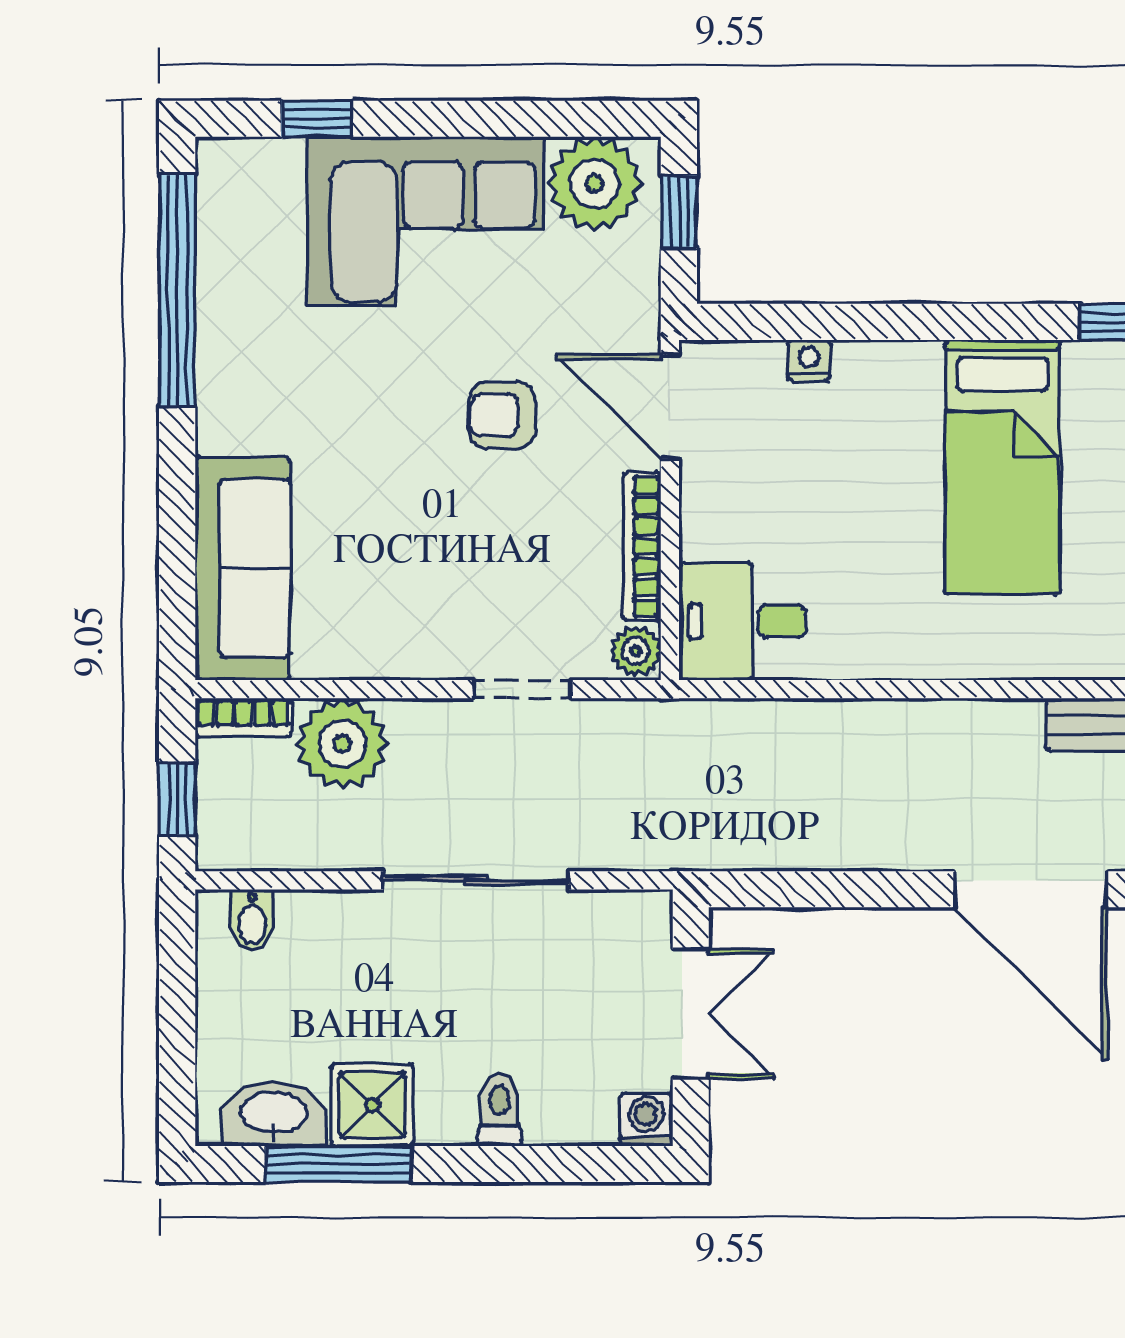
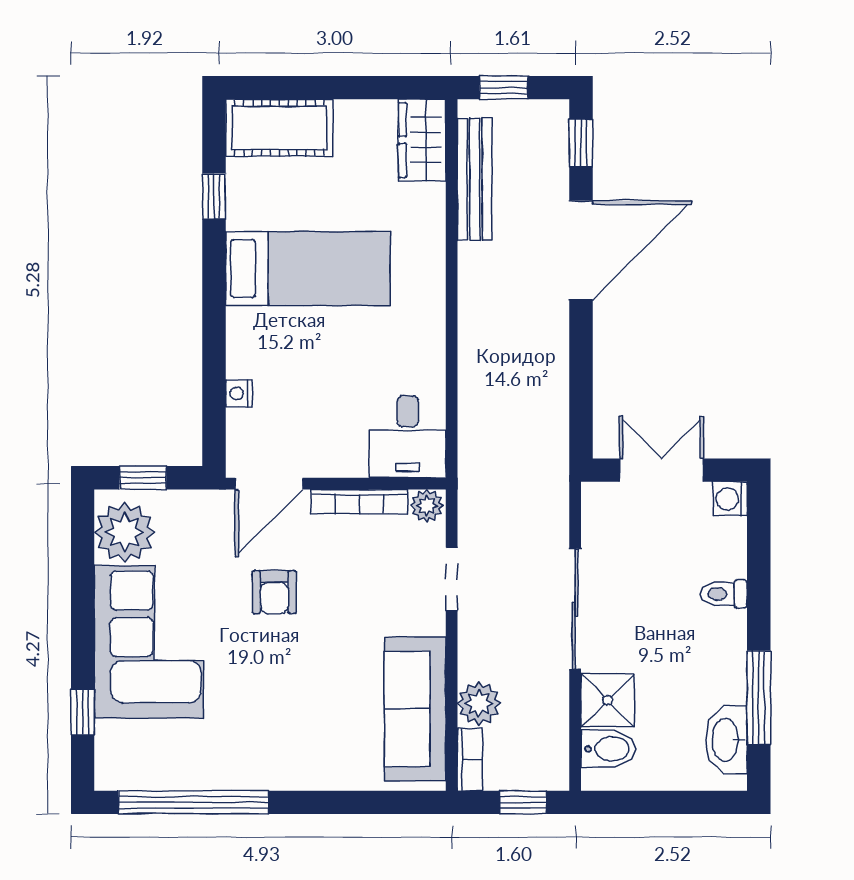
sofa: (243, 569) -> (415, 709), moved, turned -90
plant: (342, 744) -> (479, 703), width x0.73, depth x0.73
bidet: (252, 920) -> (608, 749), width x1.38, depth x1.36
shower: (372, 1105) -> (608, 700), moved

